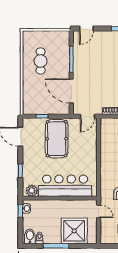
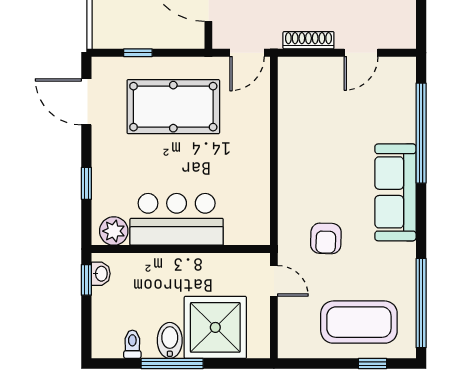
pool table: (57, 139) -> (173, 107), turned 90
bar counter: (65, 186) -> (177, 219), width x0.73
bidet: (30, 236) -> (170, 340), moved

